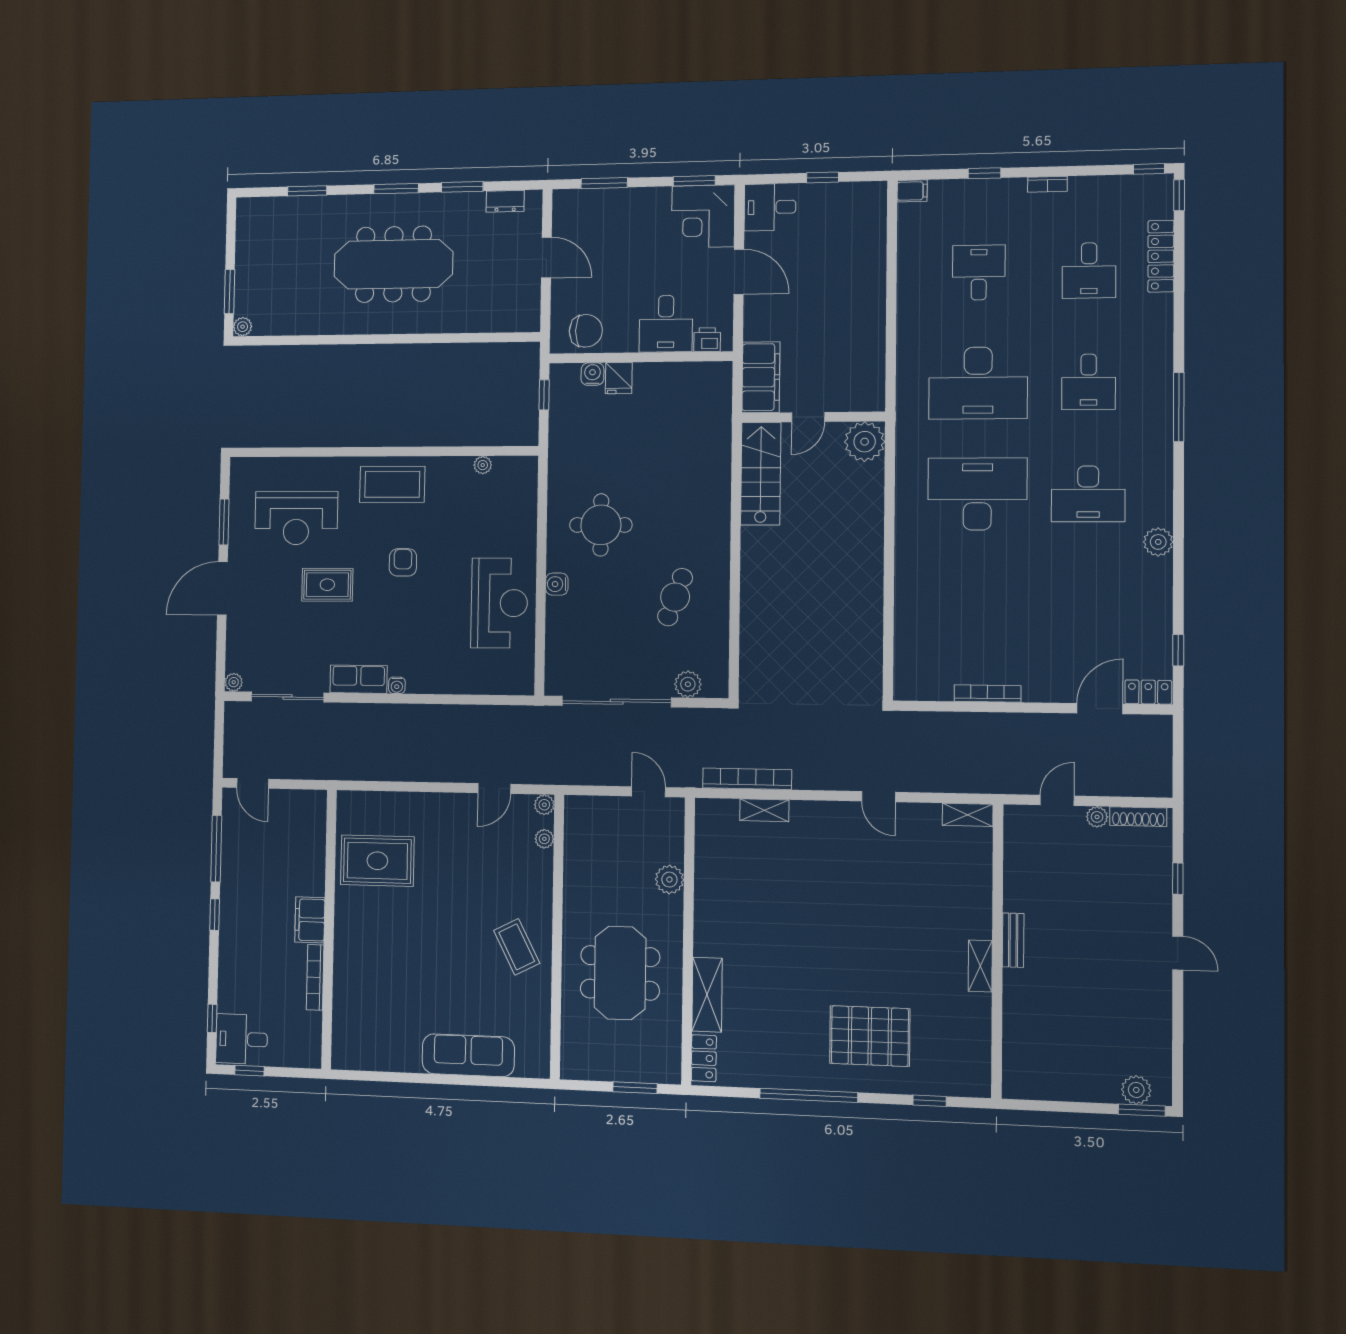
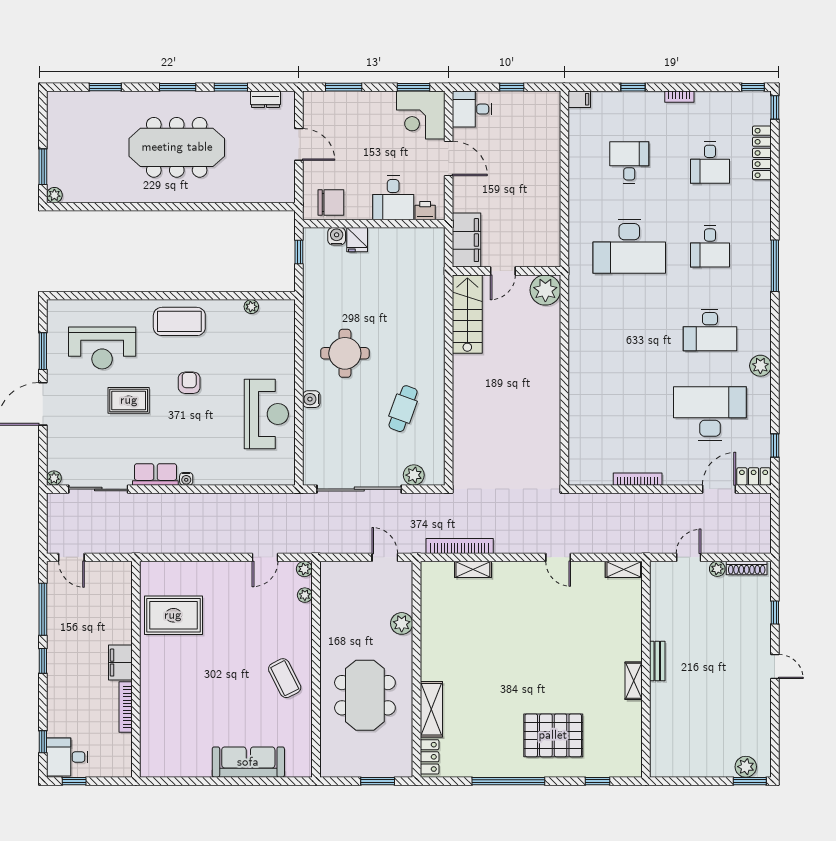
desk: (977, 494) -> (710, 414), moved

